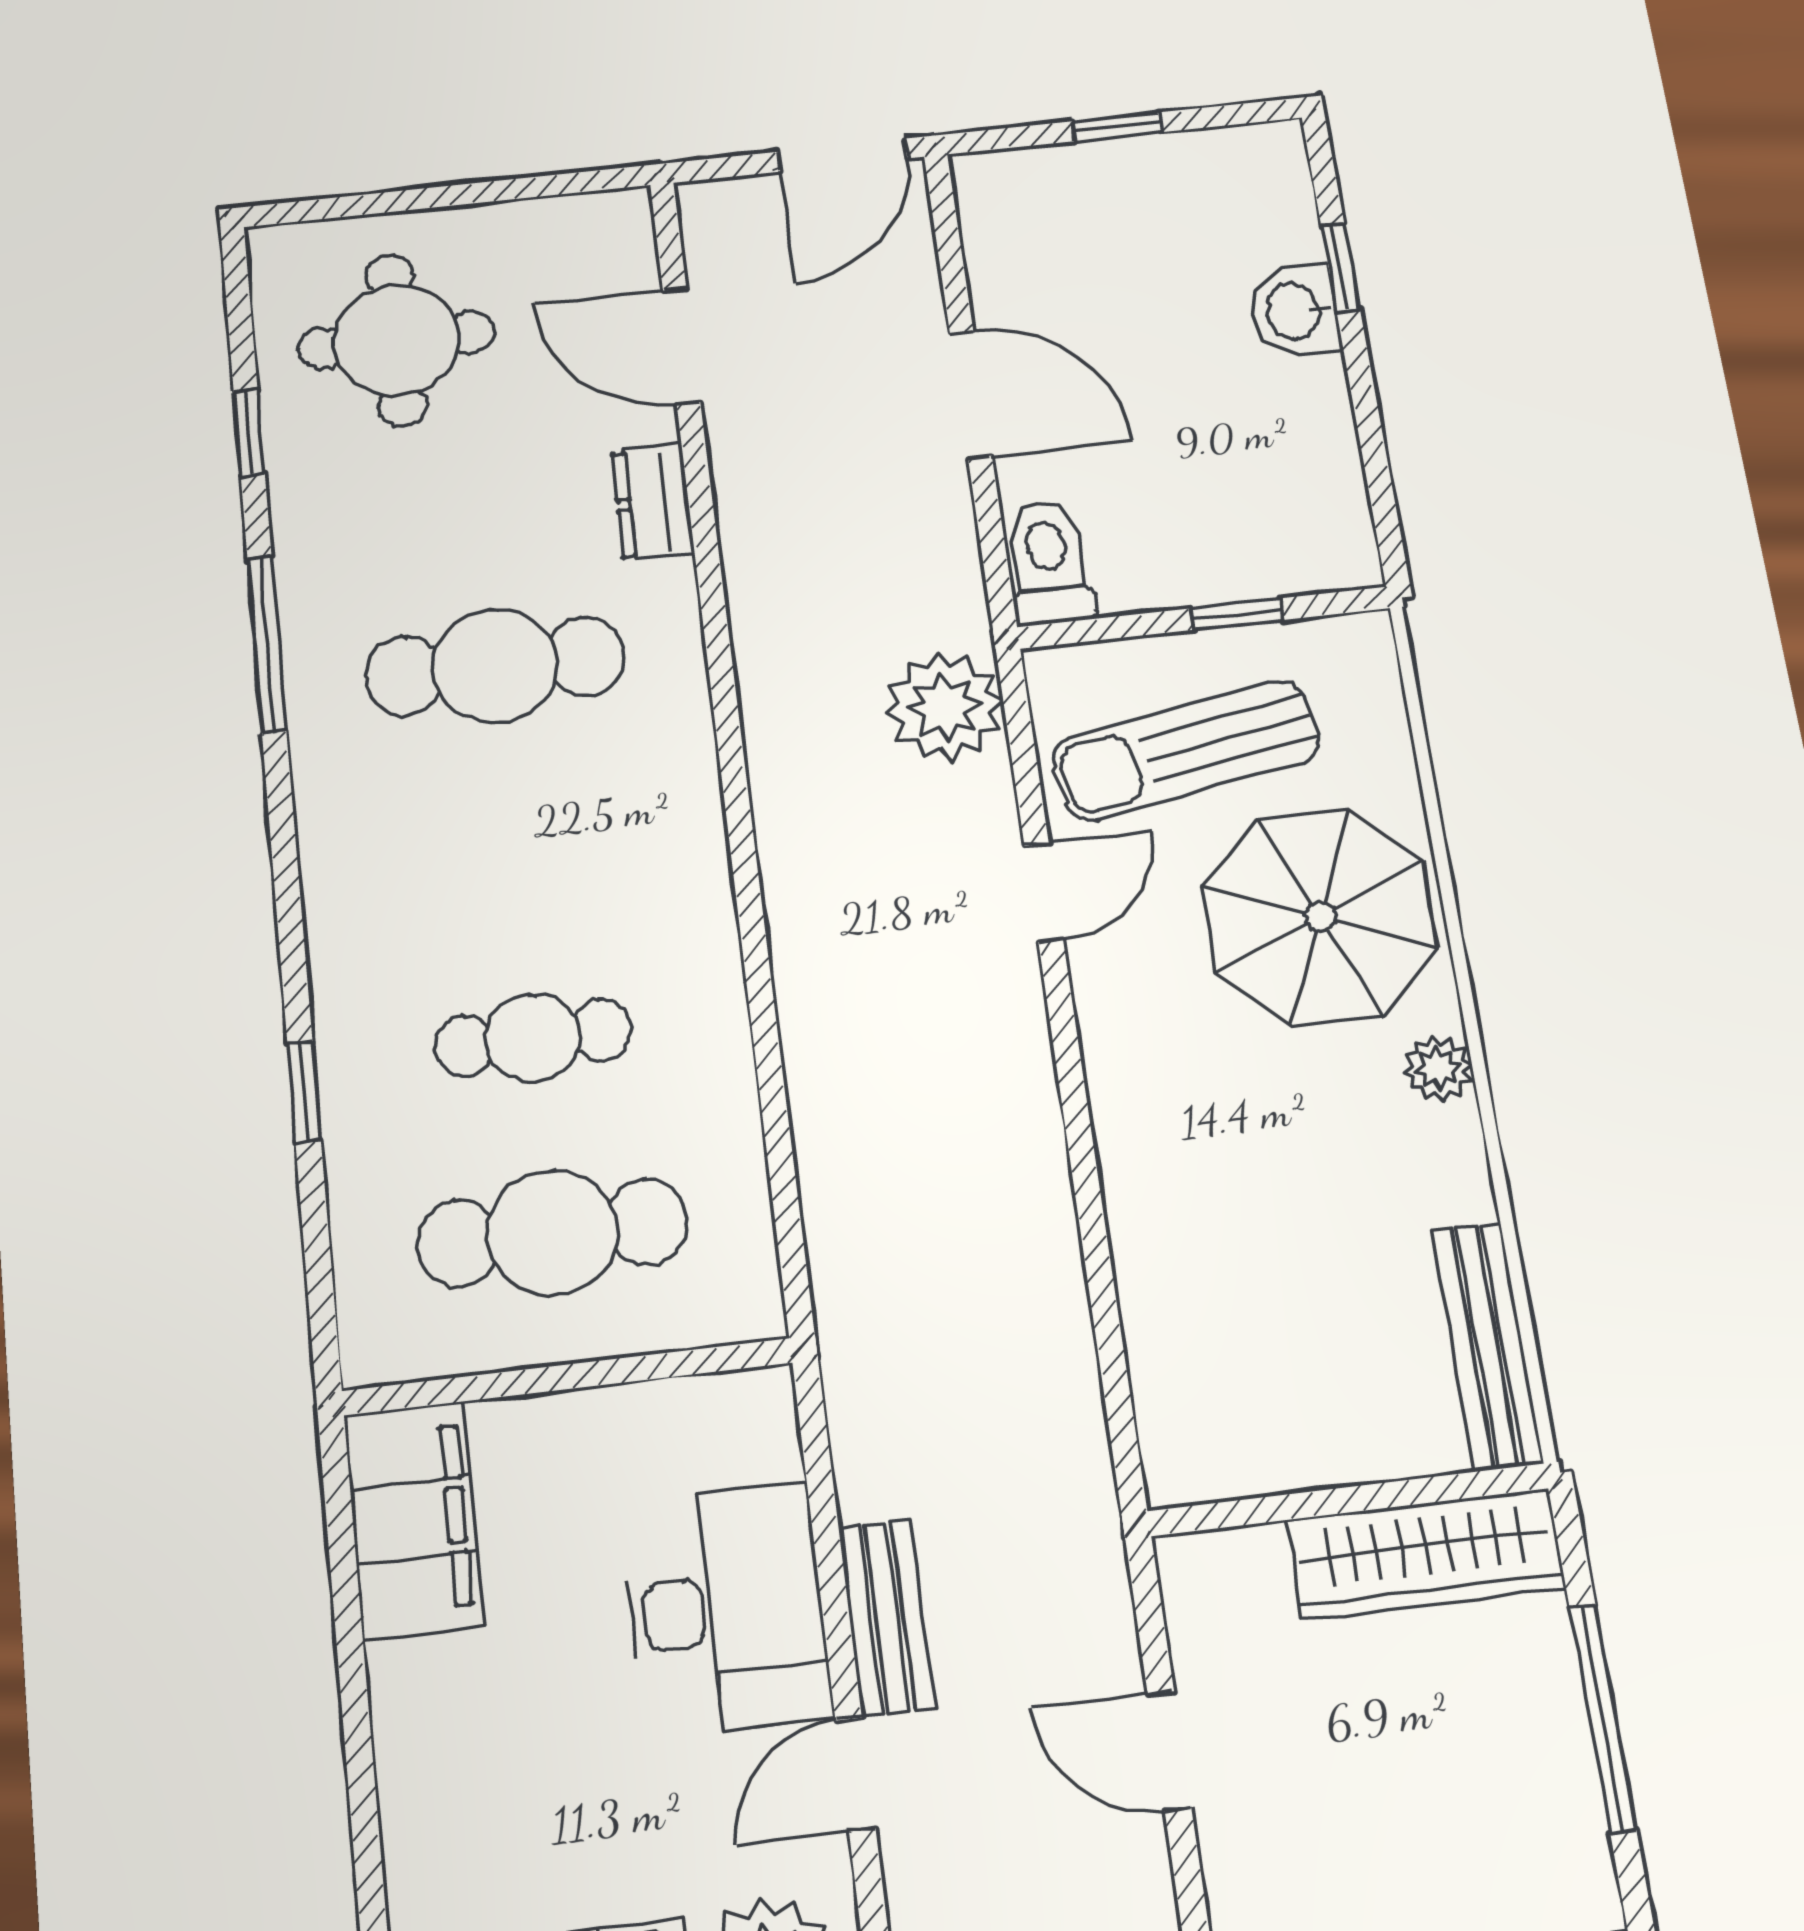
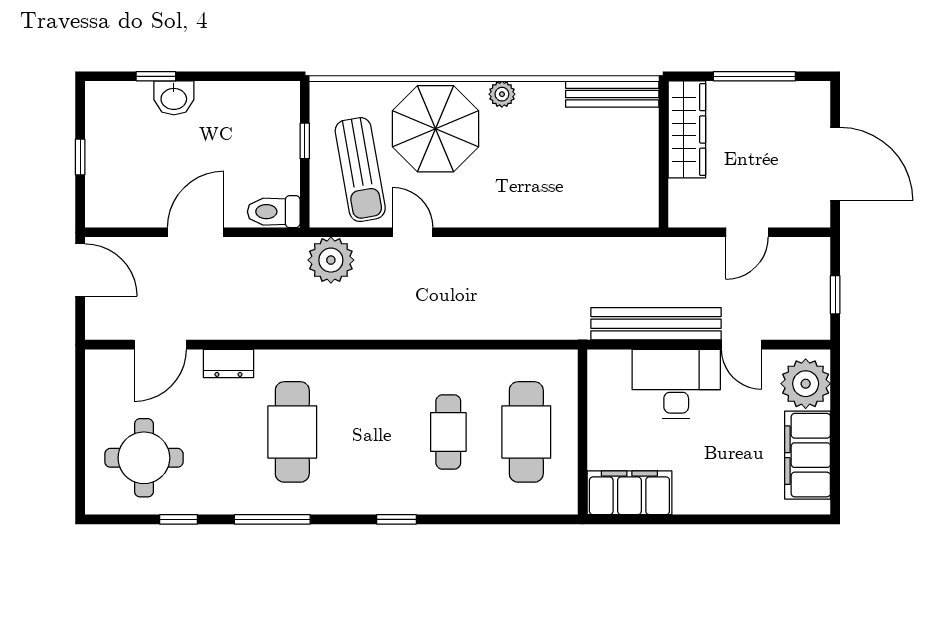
window: (304, 1092) -> (397, 519), moved
bench: (887, 1617) -> (656, 324), width x1.86, depth x1.21

